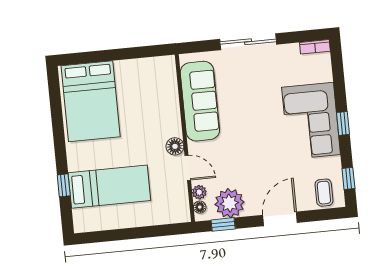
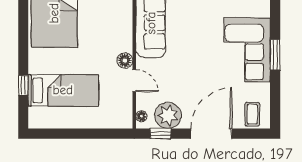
window: (343, 123) -> (275, 55), width x1.50
window: (348, 178) -> (275, 104), removed
plant: (199, 192) -> (142, 103), removed
door: (280, 219) -> (211, 134), width x1.36

